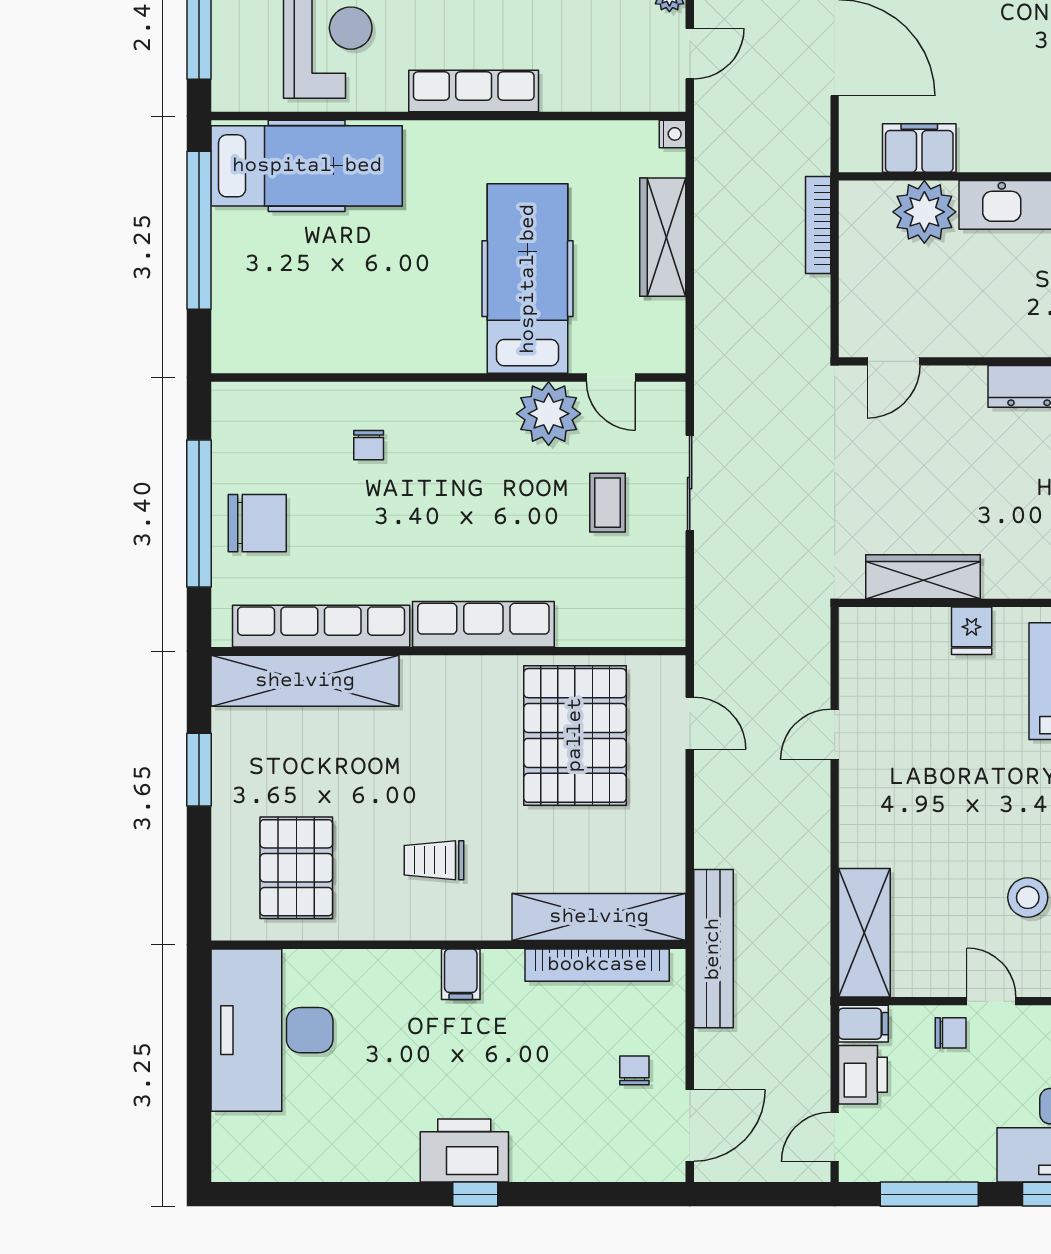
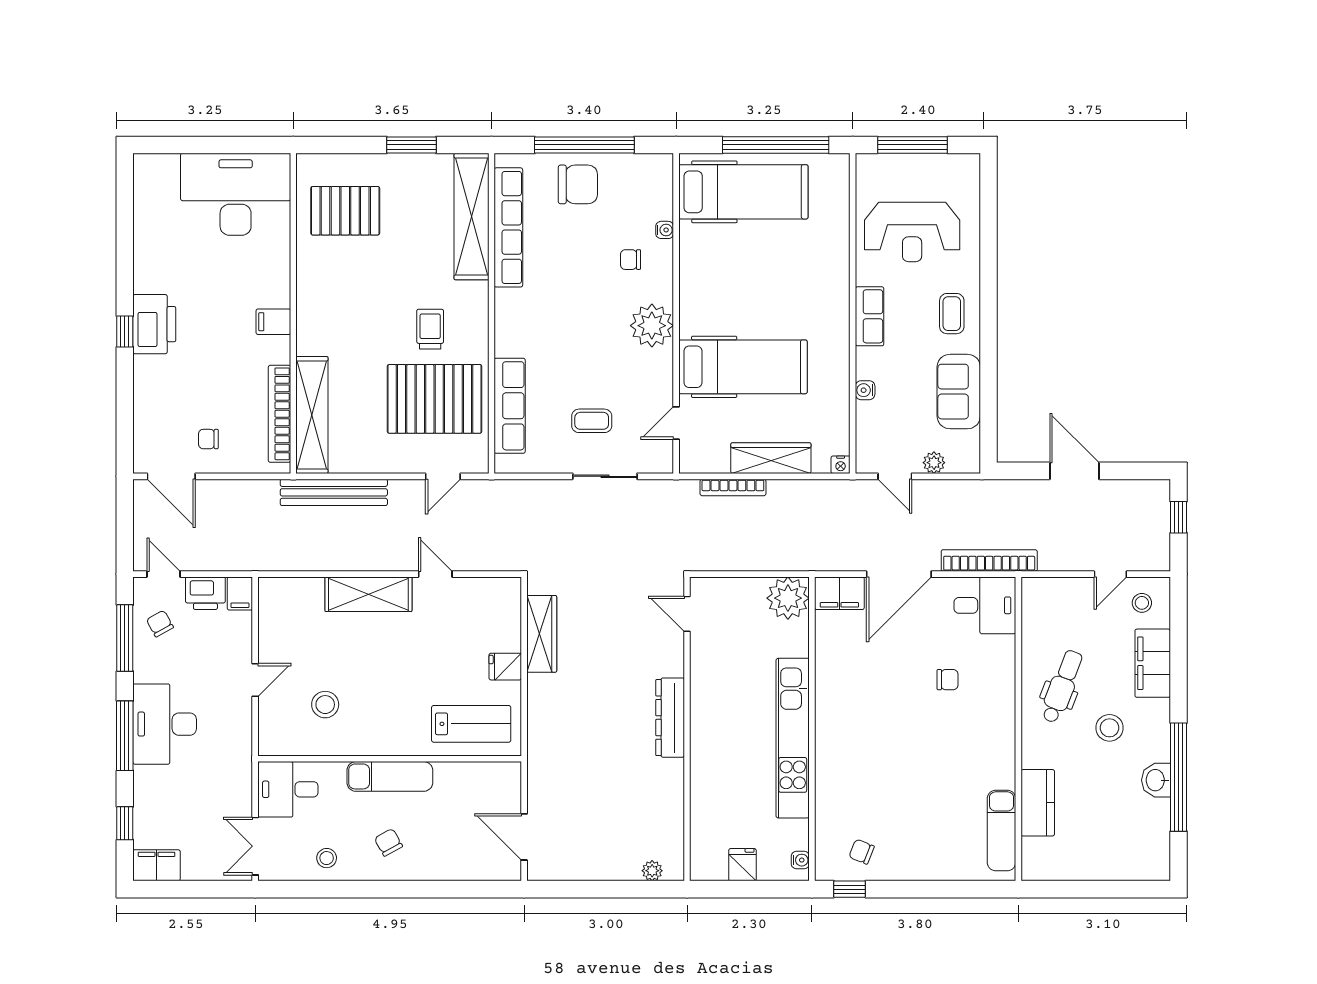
row of seats: (474, 91) -> (870, 316), width x0.68
water cooler: (562, 98) -> (865, 390), added
filing cabinet: (919, 148) -> (839, 593), moved, turned 90
hospital bed: (307, 166) -> (743, 192), moved, turned -90
plant: (924, 212) -> (788, 598), moved
bookcase: (818, 225) -> (733, 487), moved, turned 180
water cooler: (325, 395) -> (665, 230), added
plant: (549, 414) -> (652, 326), moved
chair: (257, 523) -> (578, 184), turned -90
row of seats: (483, 624) -> (510, 406), moved
trolley: (434, 860) -> (430, 329), moved
shelving: (864, 933) -> (368, 594), moved
bench: (713, 949) -> (334, 492), moved
chair: (951, 1033) -> (160, 624), moved, turned 151
chair: (634, 1070) -> (208, 439), turned 180

